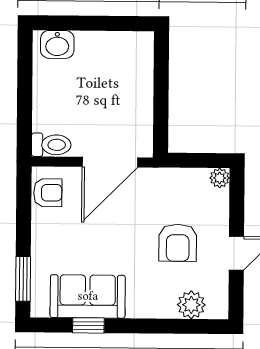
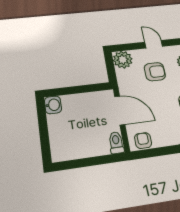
washbasin: (57, 44) -> (53, 105), moved
plant: (220, 178) -> (123, 60), width x1.88, depth x1.88

